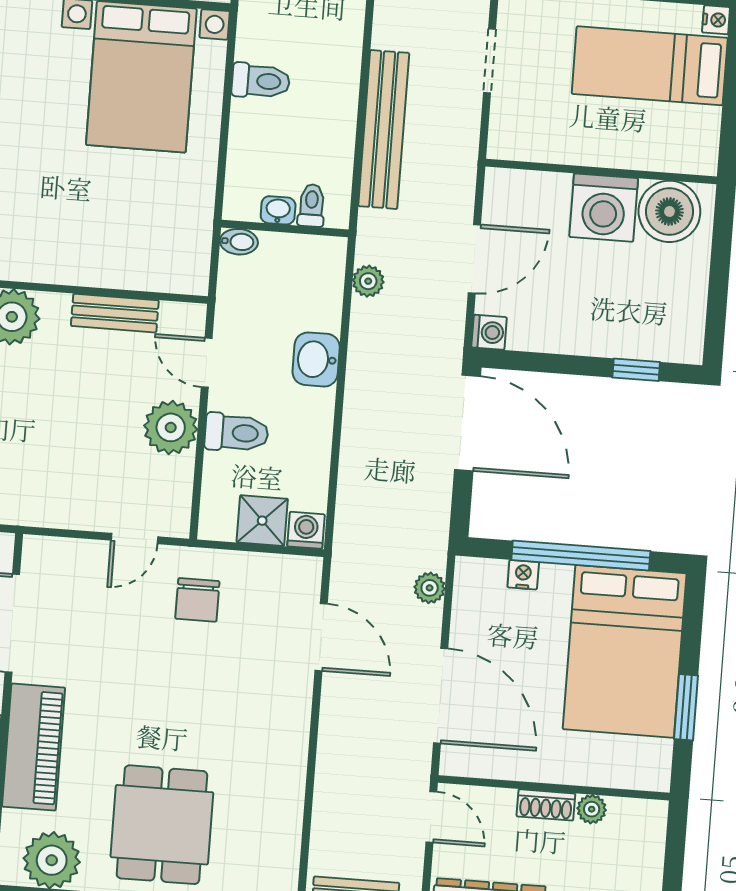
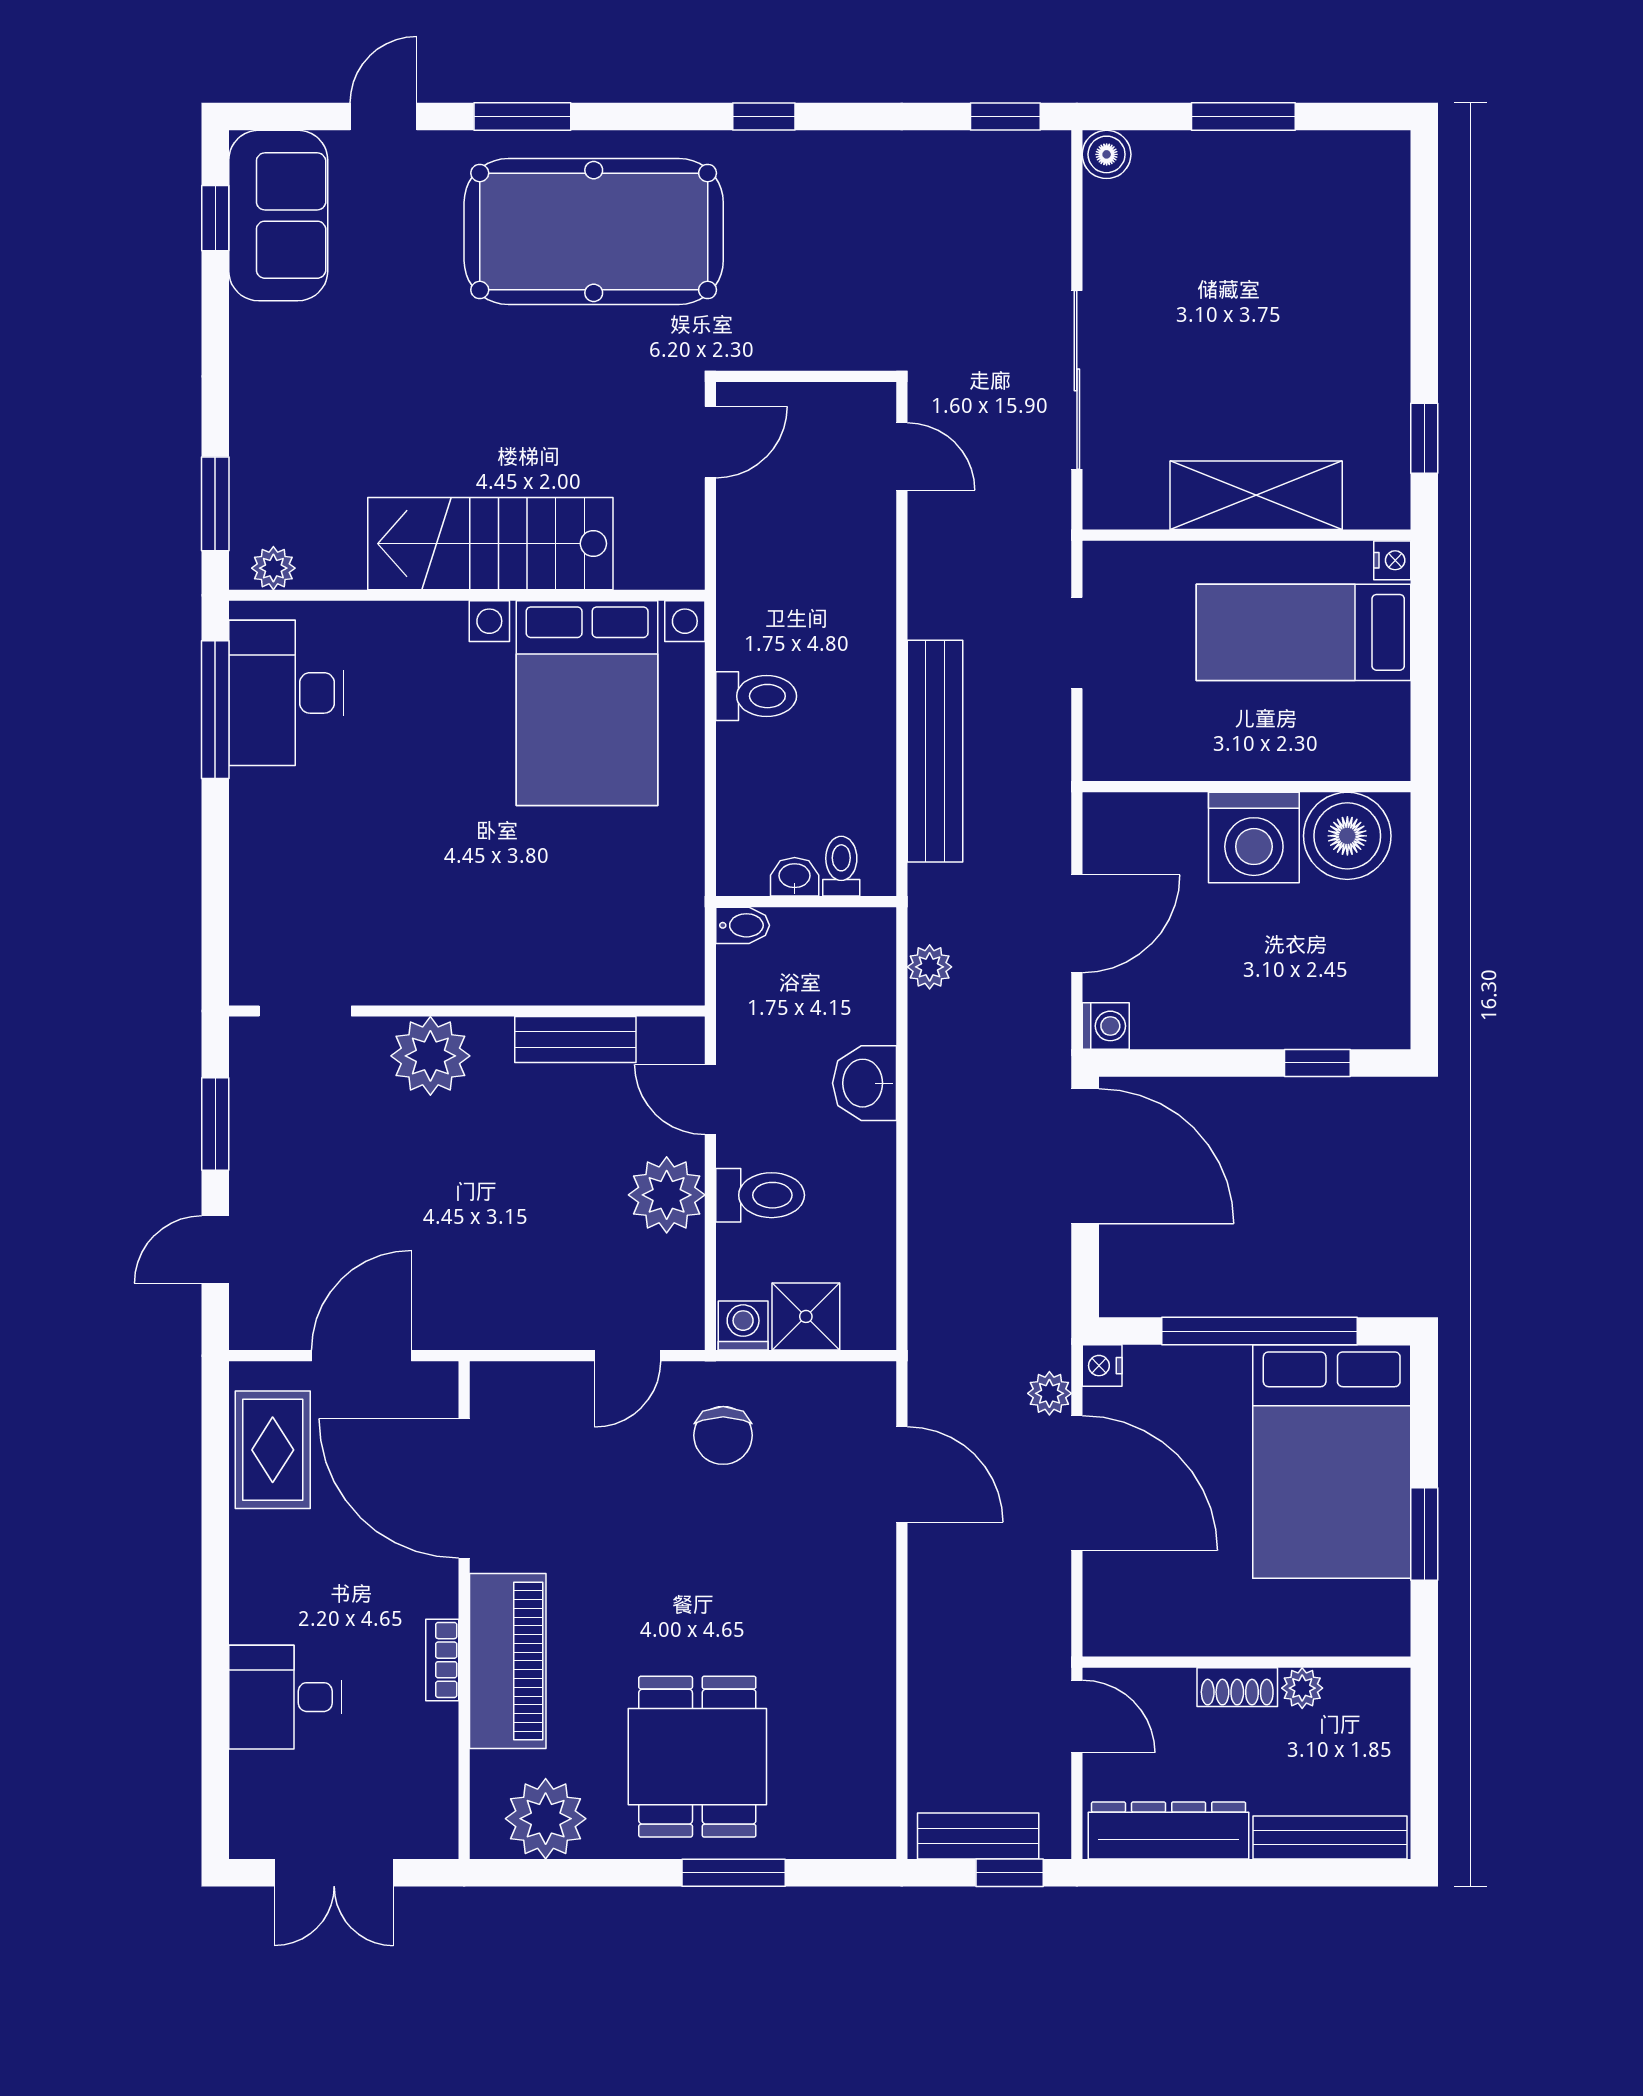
washing machine: (306, 530) -> (743, 1325), moved
nightstand: (523, 575) -> (1102, 1366), moved, turned -90
door: (441, 696) -> (1077, 1483), moved

